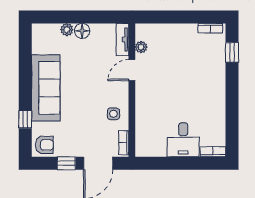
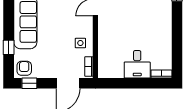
armchair: (44, 145) -> (24, 68), turned -90
window: (66, 163) -> (29, 83), moved

